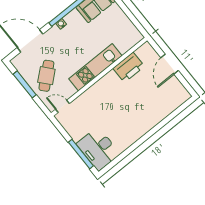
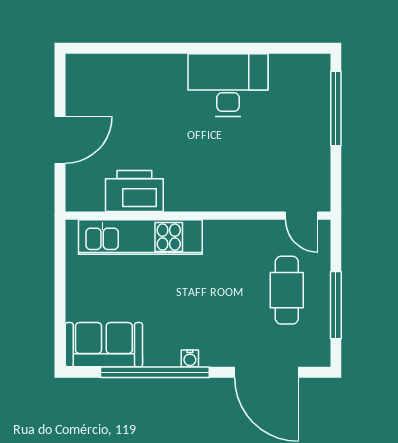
kitchen unit: (95, 67) -> (140, 237), moved
cafe table: (46, 76) -> (287, 290), turned -49
desk: (98, 149) -> (228, 85), moved, turned -90

